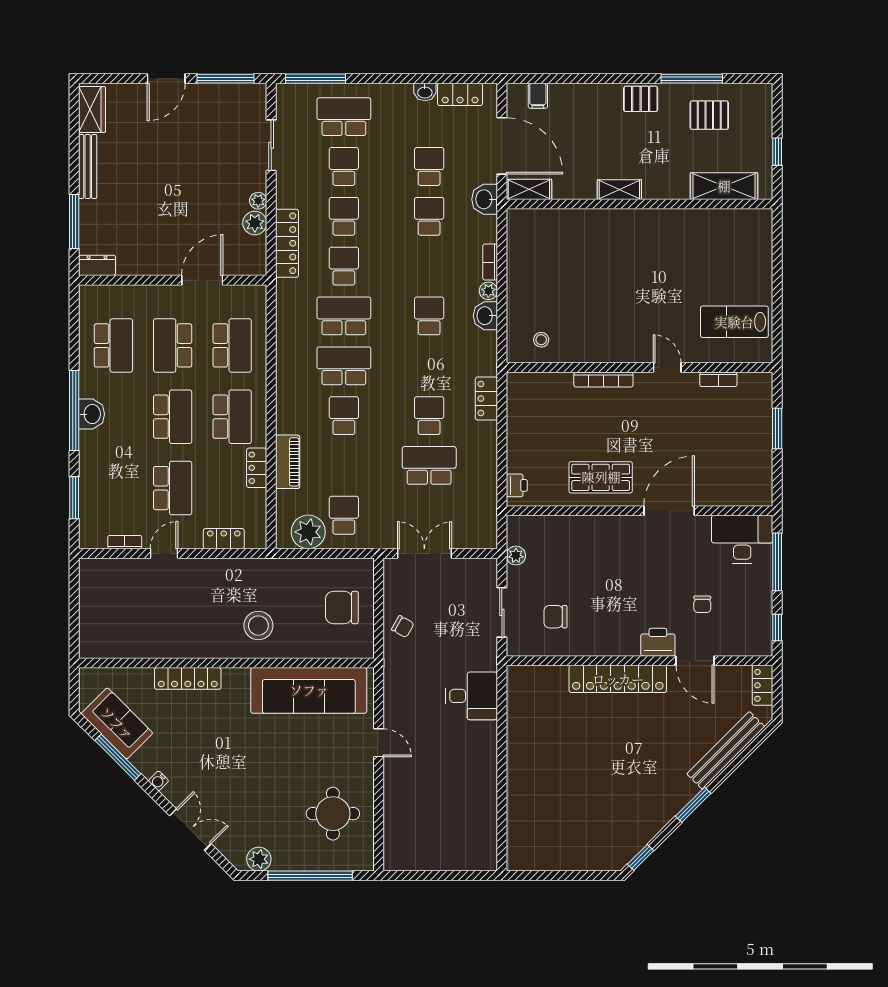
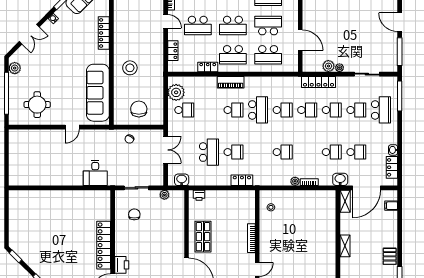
school desk: (344, 316) -> (283, 110), width x0.54
washbasin: (485, 316) -> (182, 180), moved
piano: (288, 462) -> (231, 82), moved

